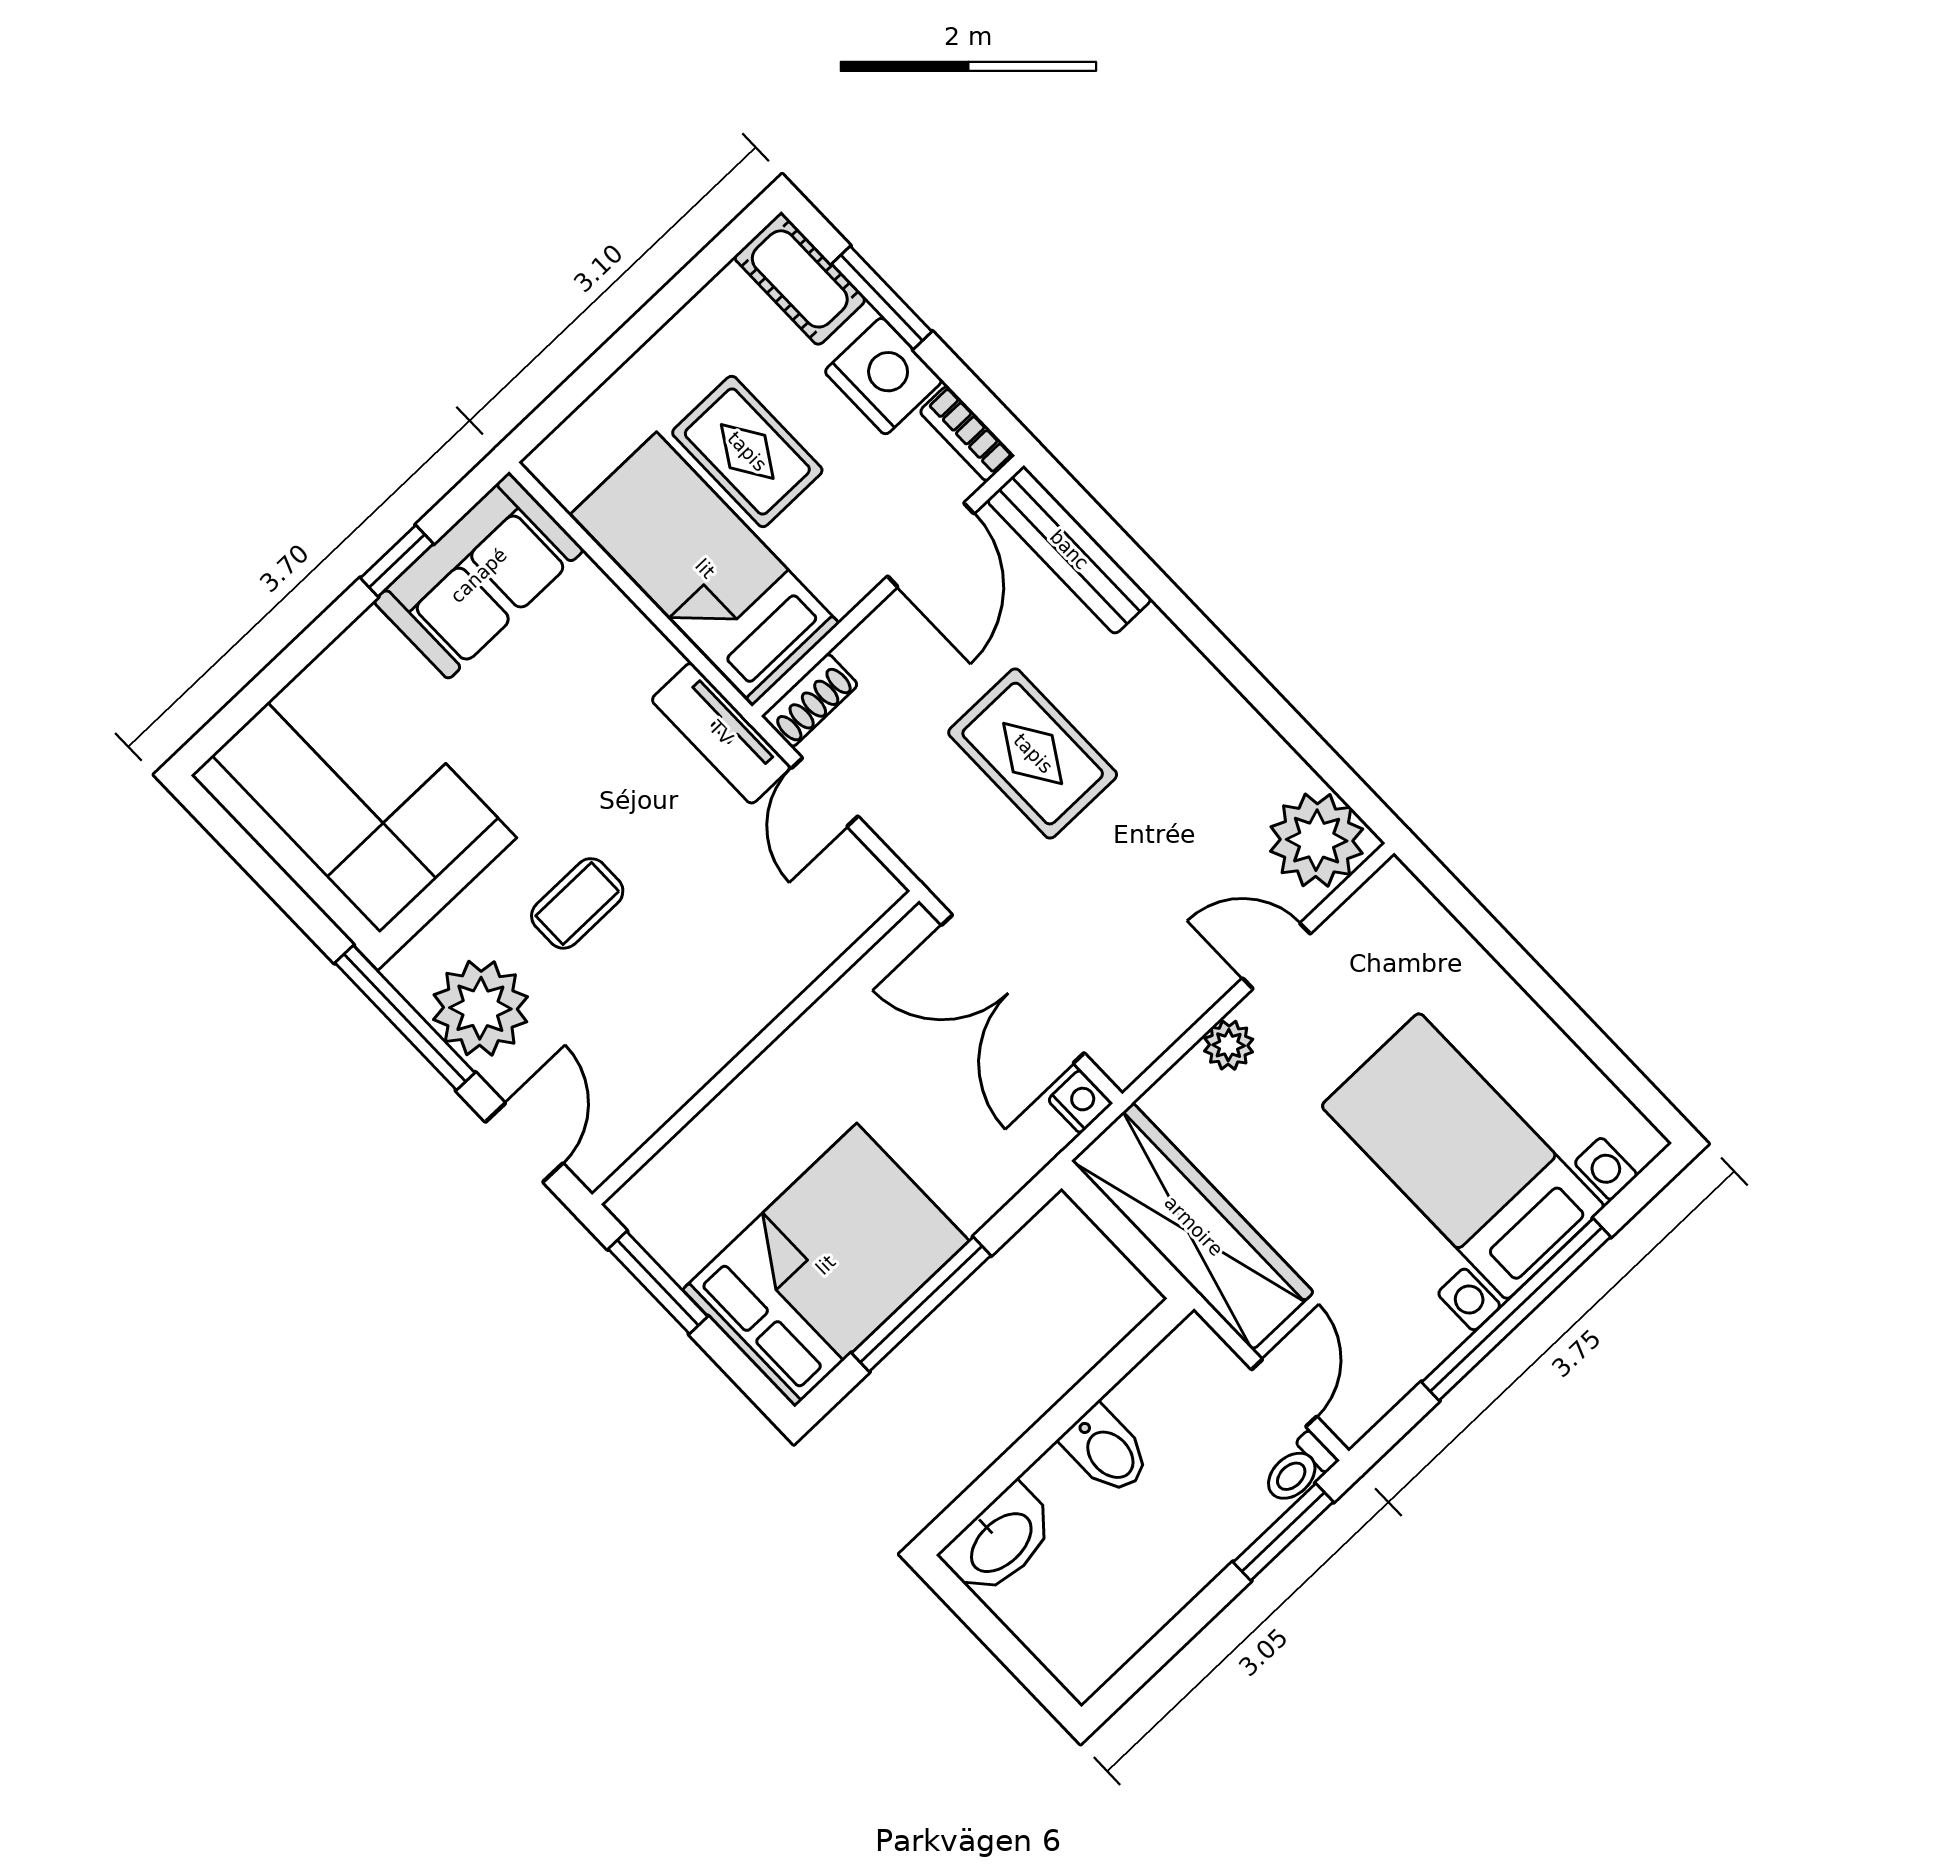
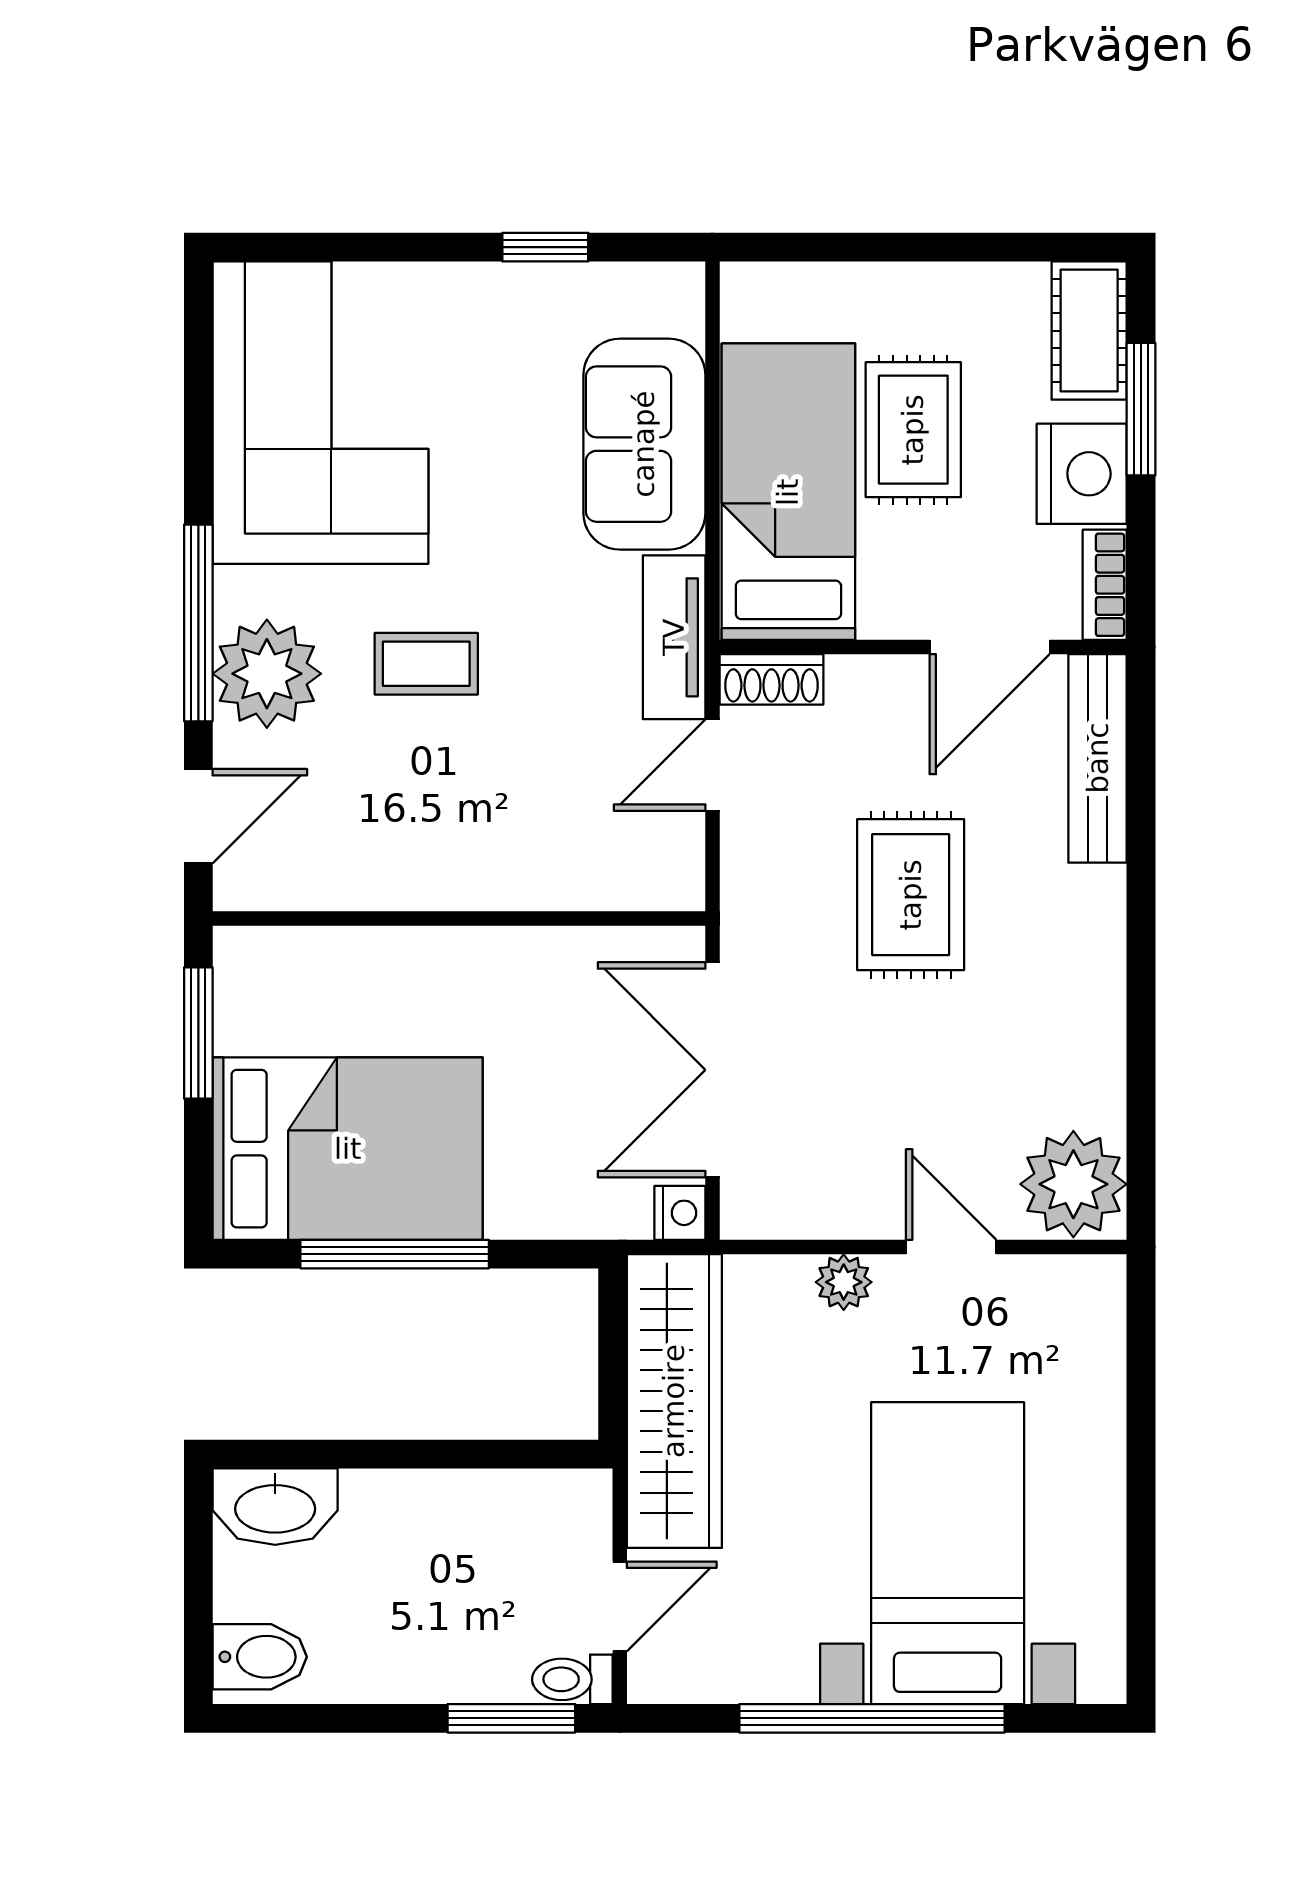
sofa: (479, 576) -> (644, 444), moved, turned 90
bidet: (1106, 1450) -> (260, 1657), moved, turned -90

